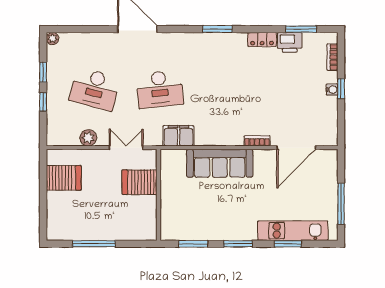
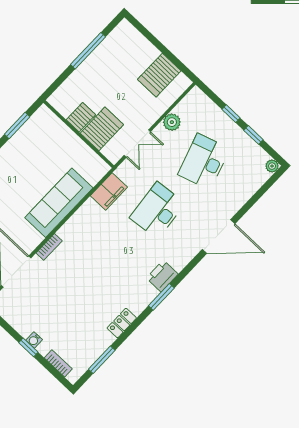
printer: (290, 42) -> (162, 276), moved
desk: (95, 89) -> (204, 162), turned -33
server rack: (145, 205) -> (81, 117), added

